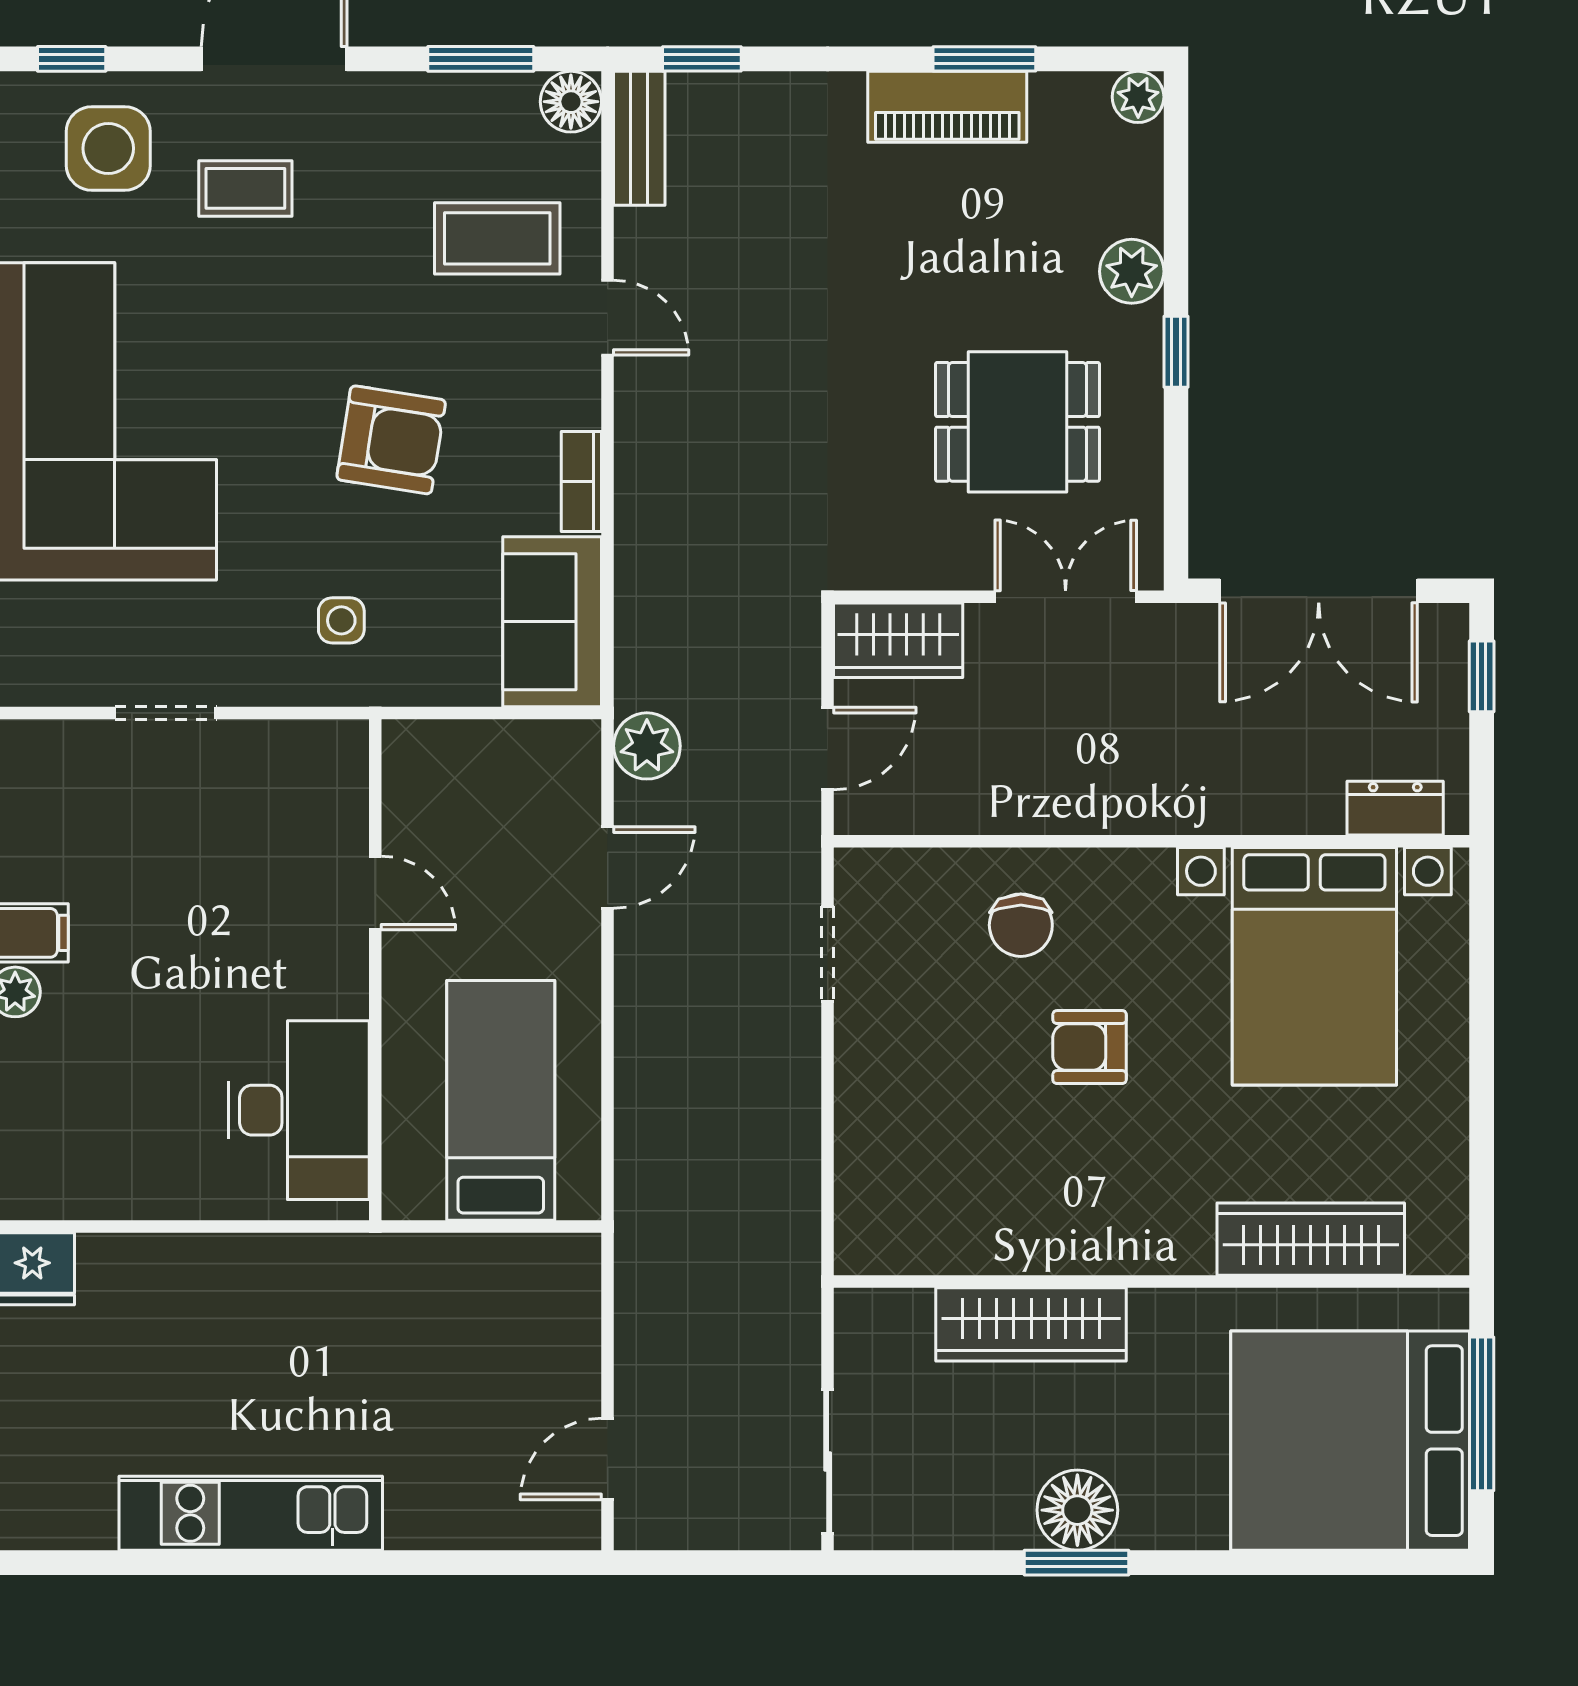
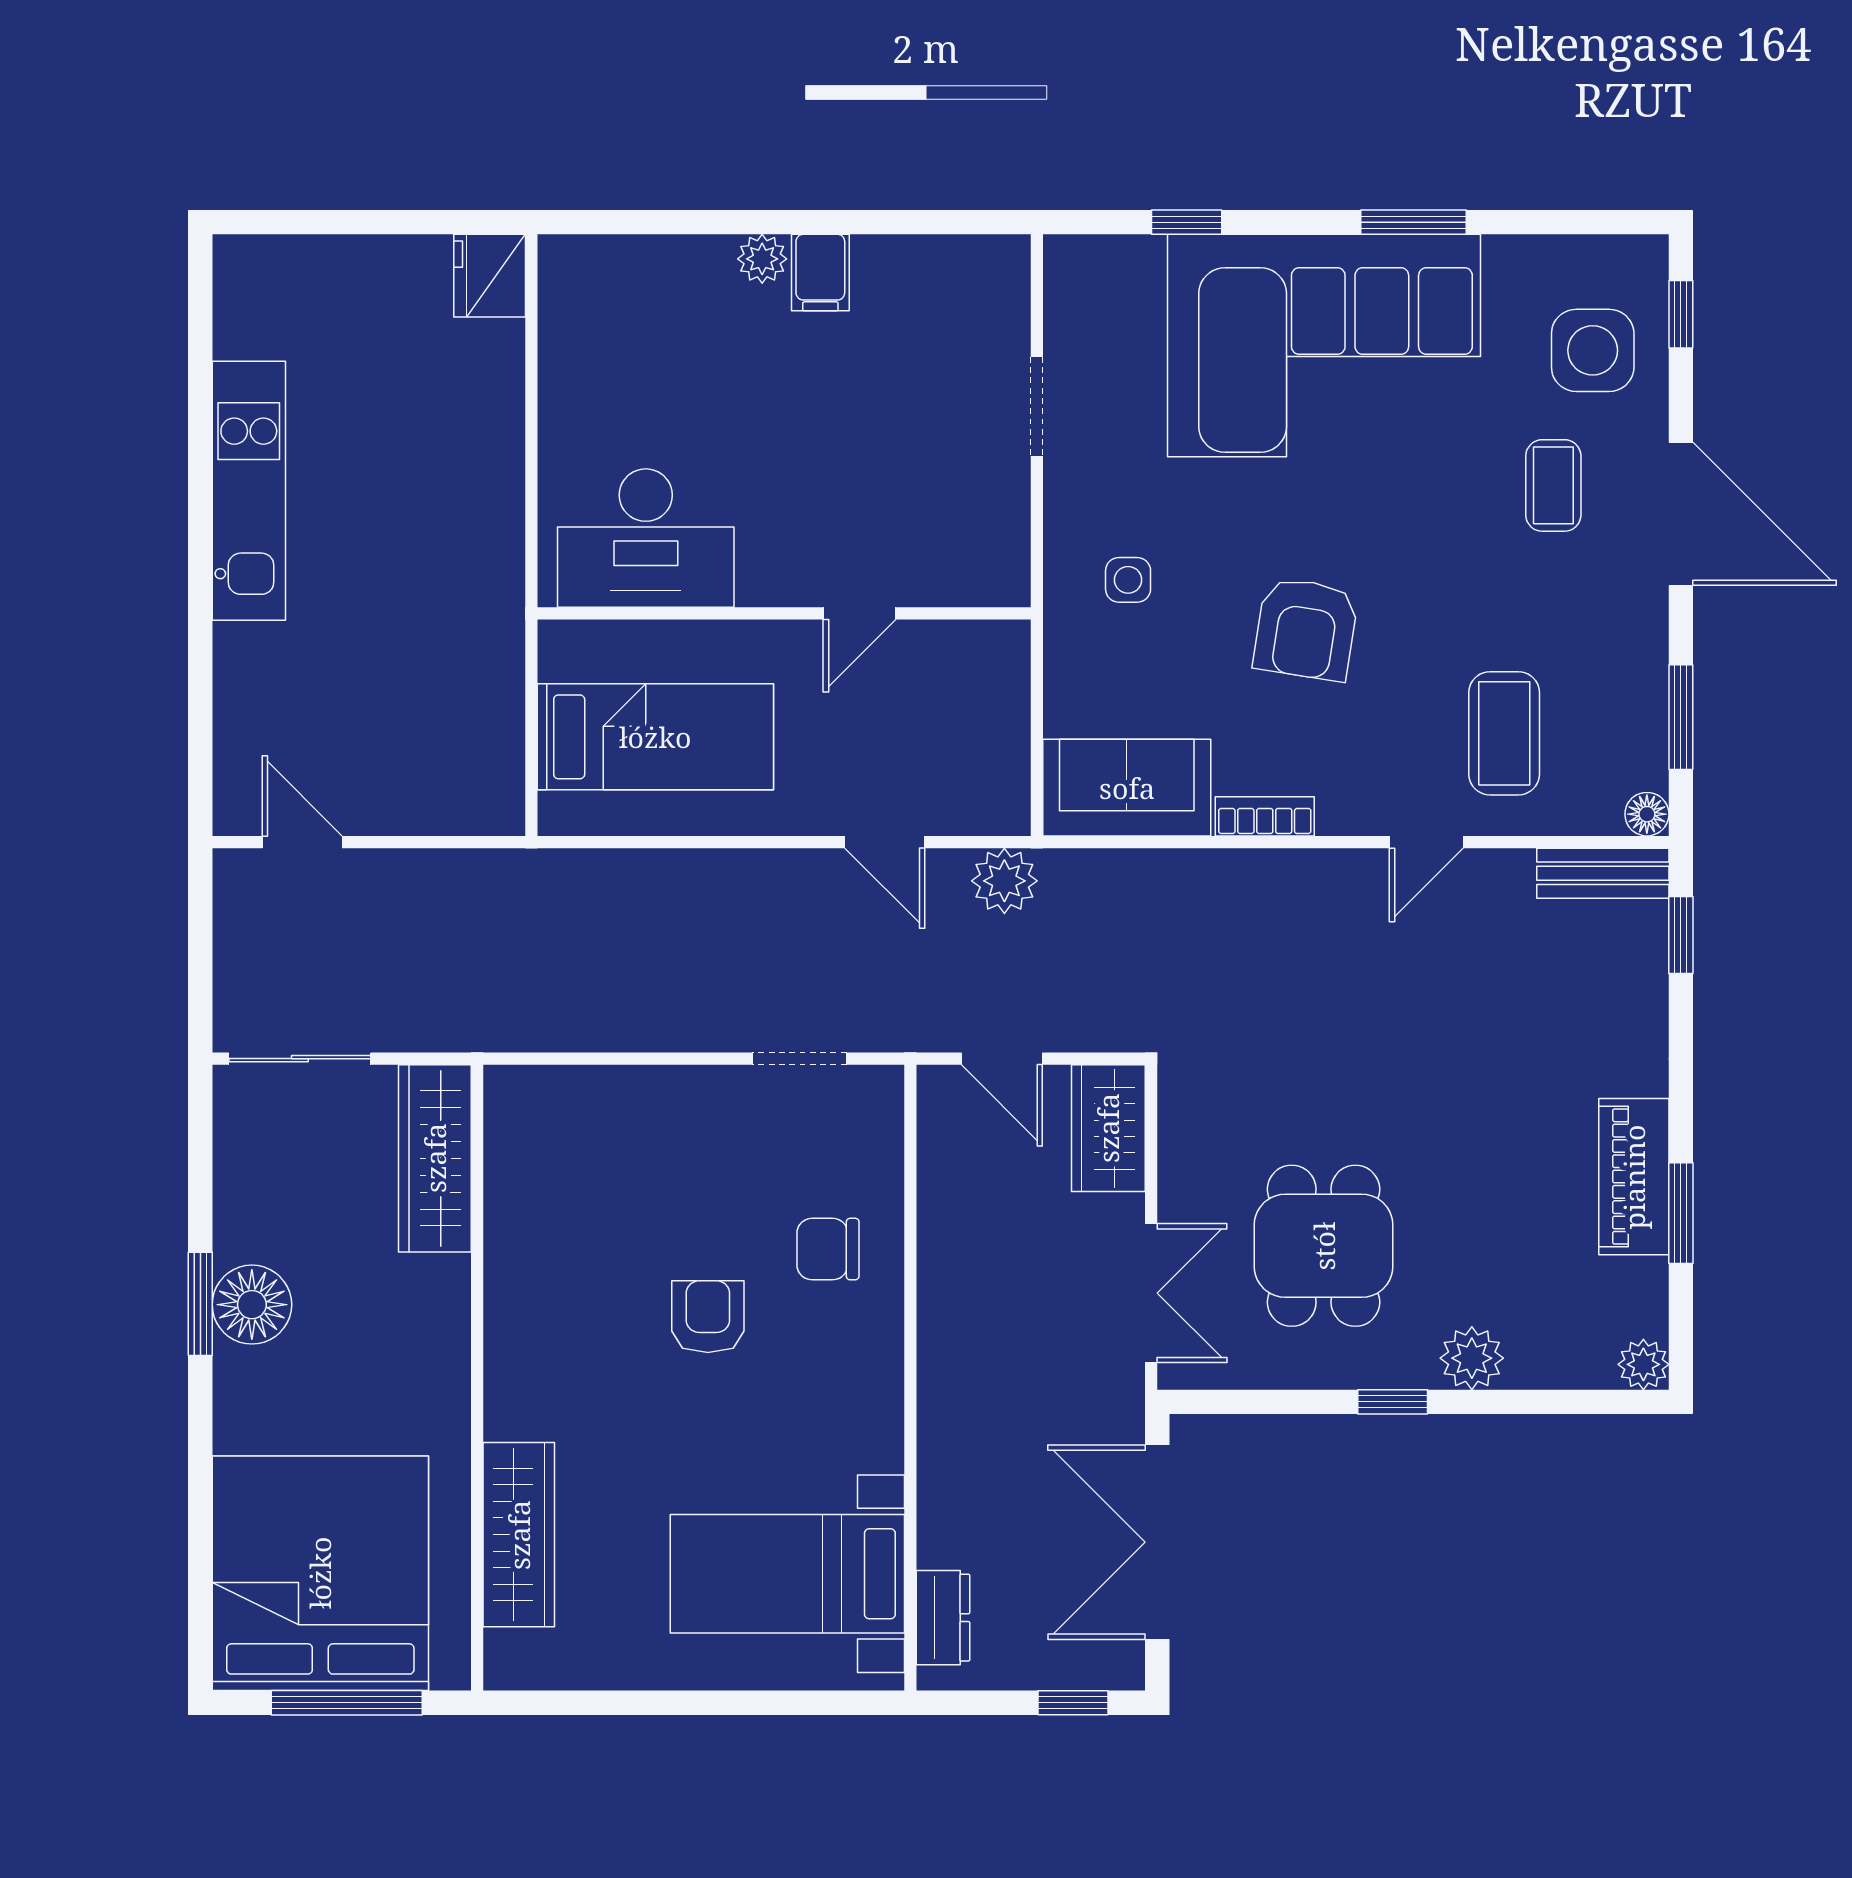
floor lamp: (571, 102) -> (1647, 814), width x0.73, depth x0.73
bed with nightstands: (1314, 966) -> (787, 1574), width x0.73
wardrobe: (1031, 1324) -> (435, 1158), moved

